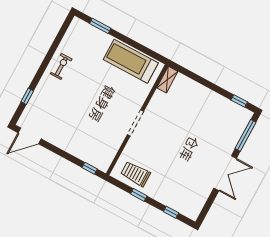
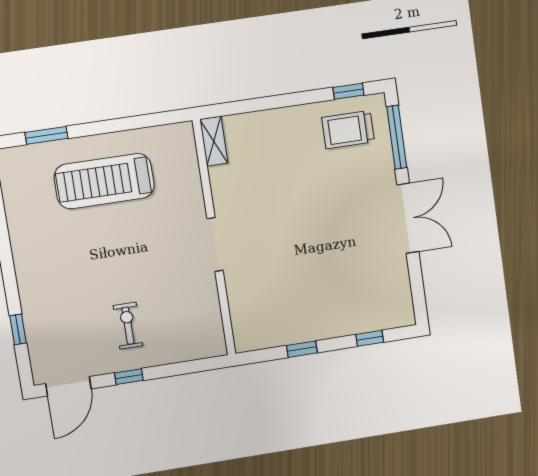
treadmill: (131, 61) -> (104, 181), moved
exercise bike: (61, 66) -> (128, 326), moved
window: (90, 168) -> (129, 377), moved
trolley: (135, 174) -> (348, 130), moved

